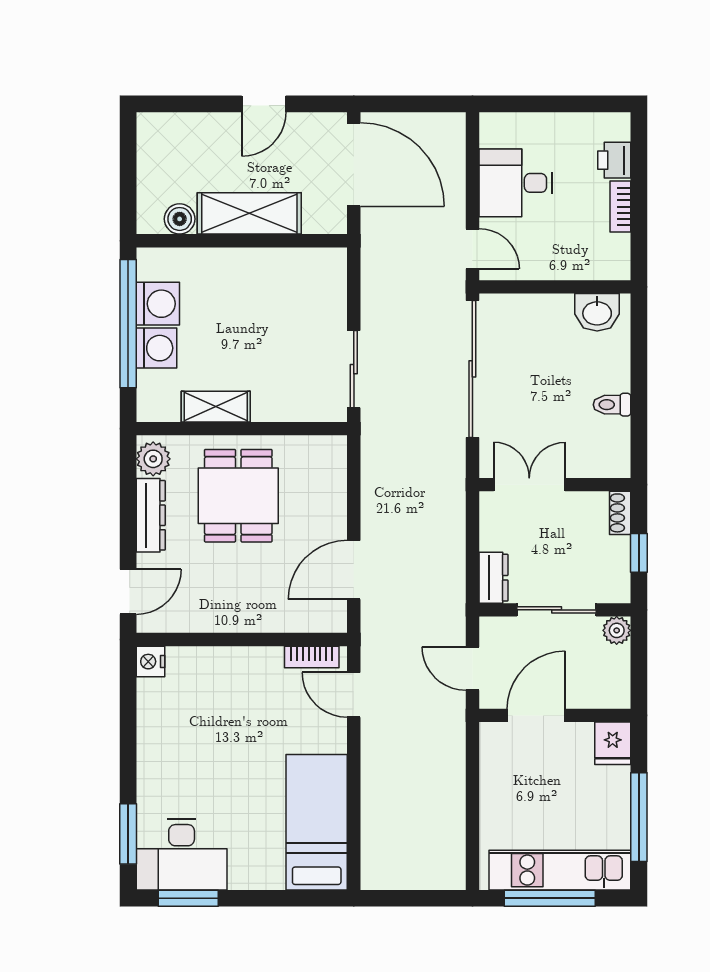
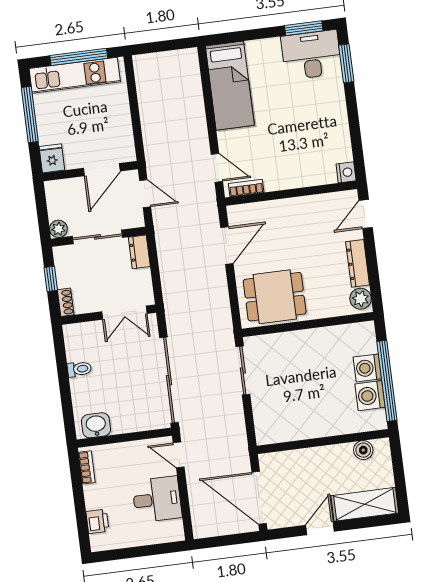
bookcase: (620, 207) -> (87, 467), moved
shelving: (249, 213) -> (365, 504), moved
shelving: (216, 407) -> (326, 336), removed
dining table: (238, 496) -> (275, 297), moved, turned 90

